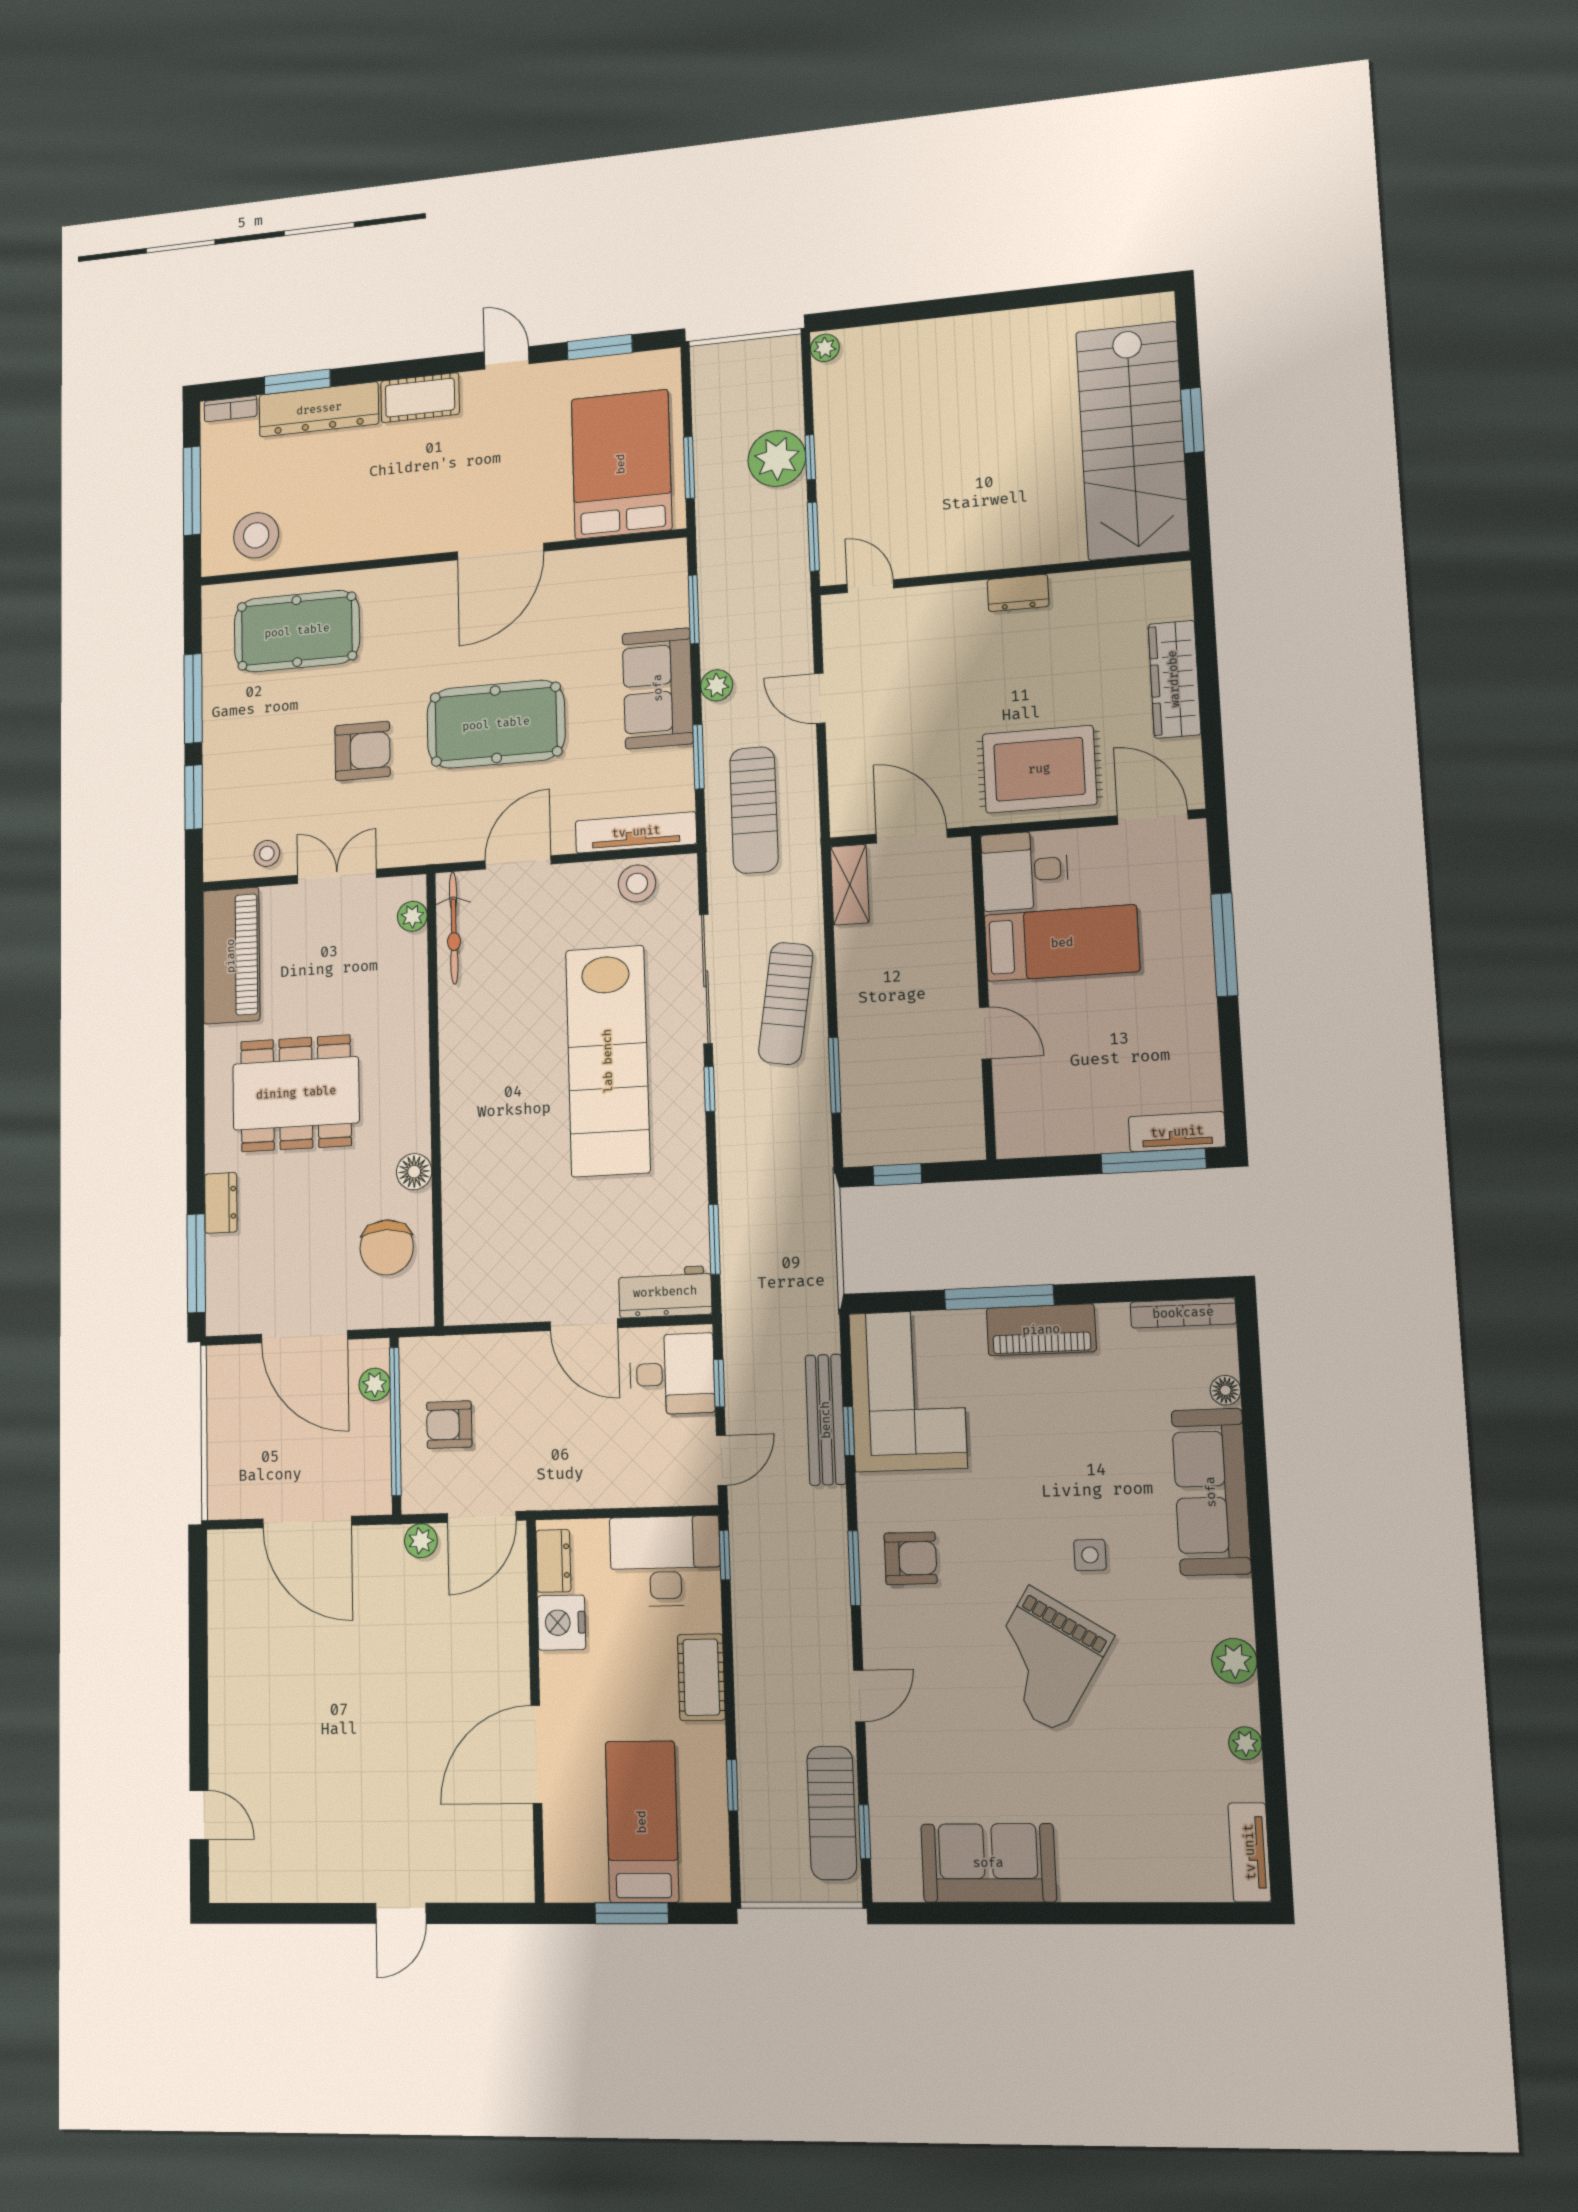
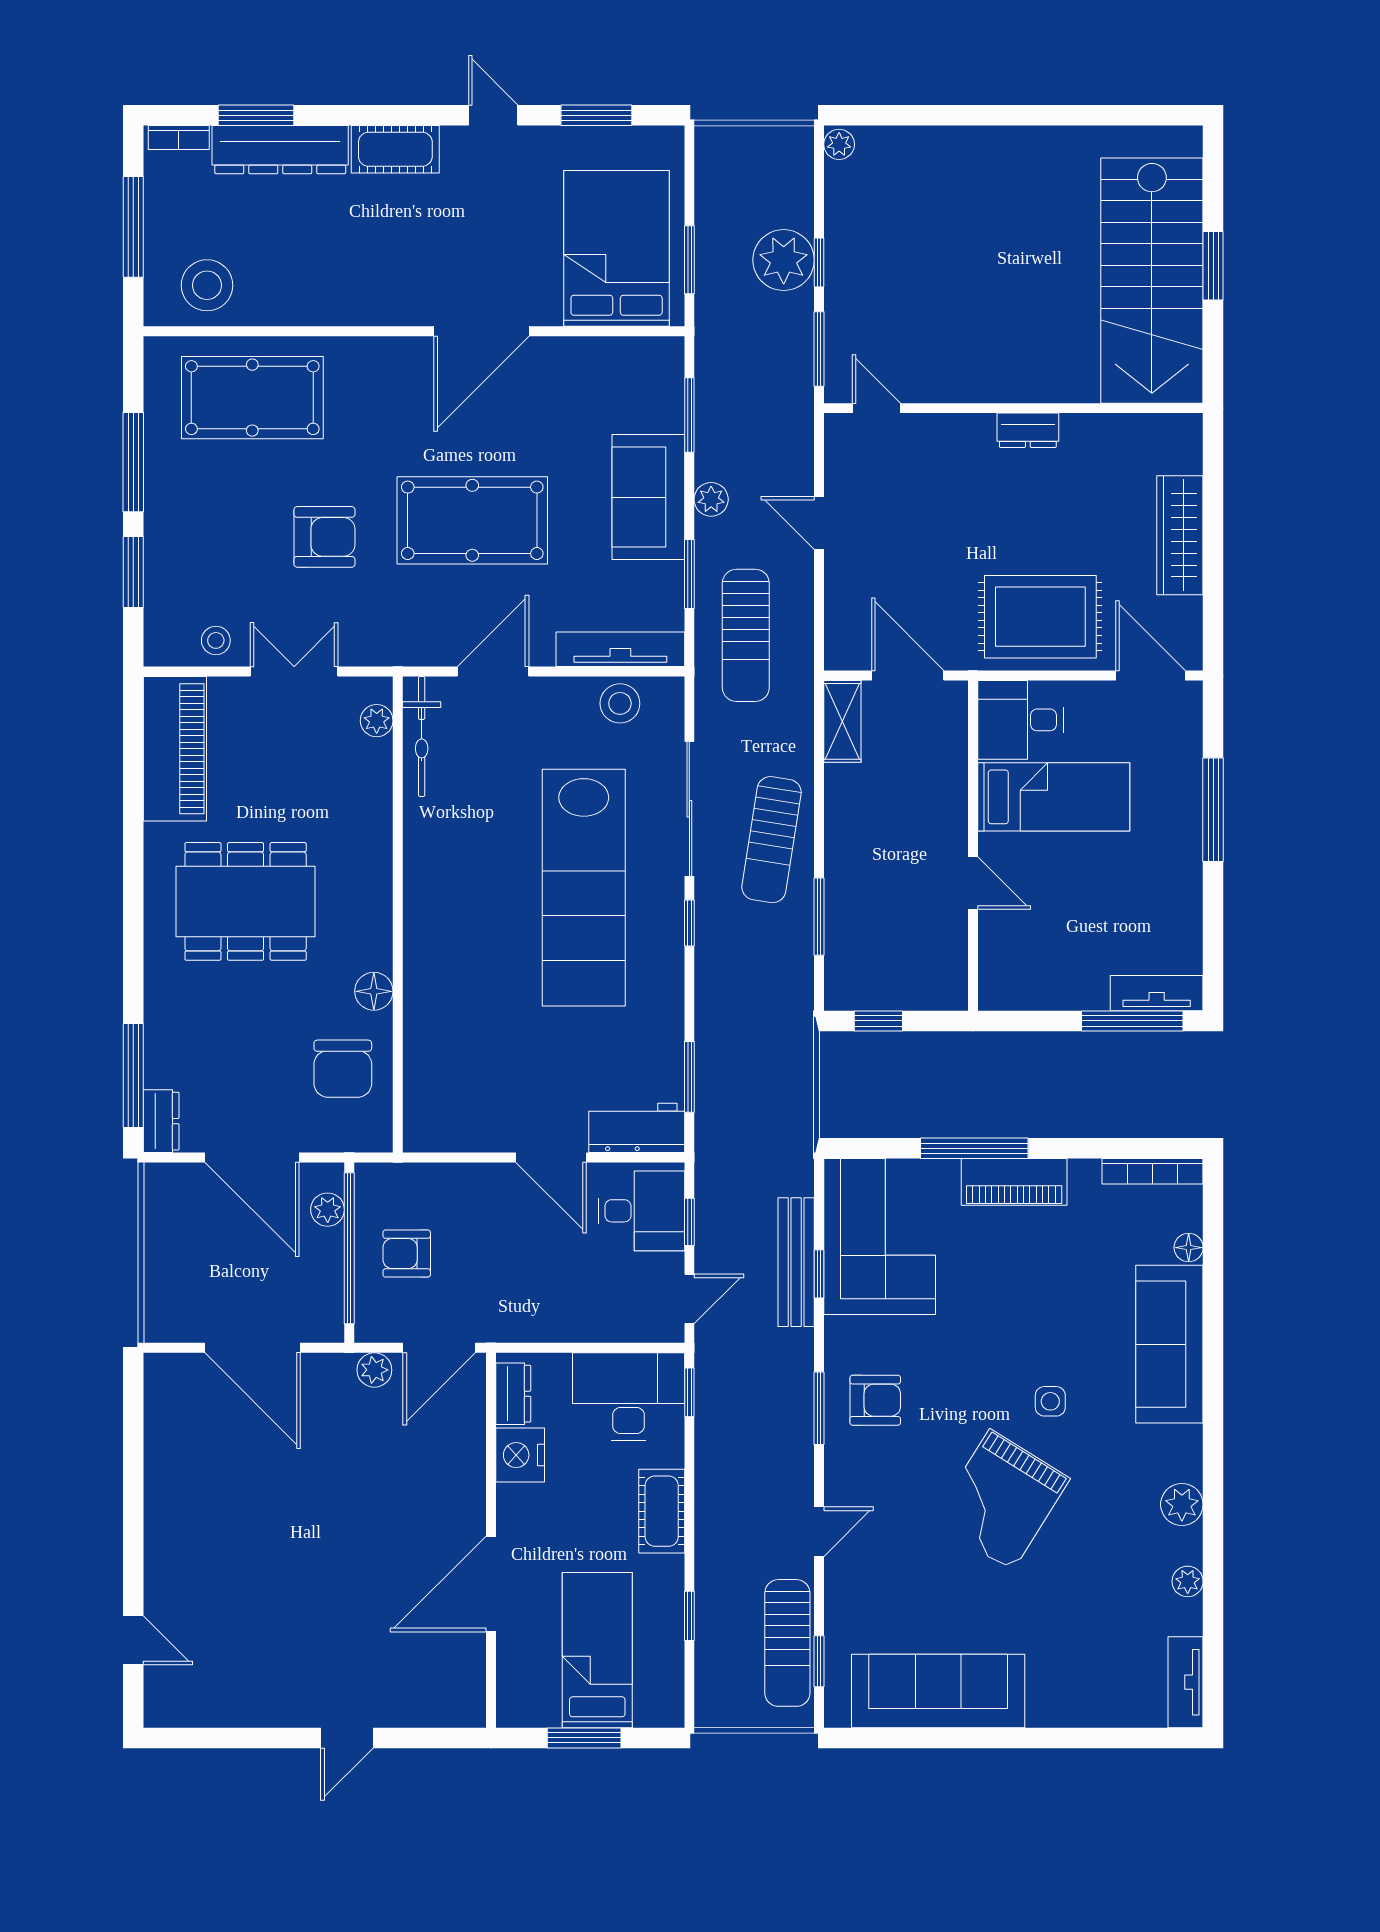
dresser: (221, 1203) -> (161, 1121), moved
sofa: (988, 1863) -> (938, 1691), width x1.36

